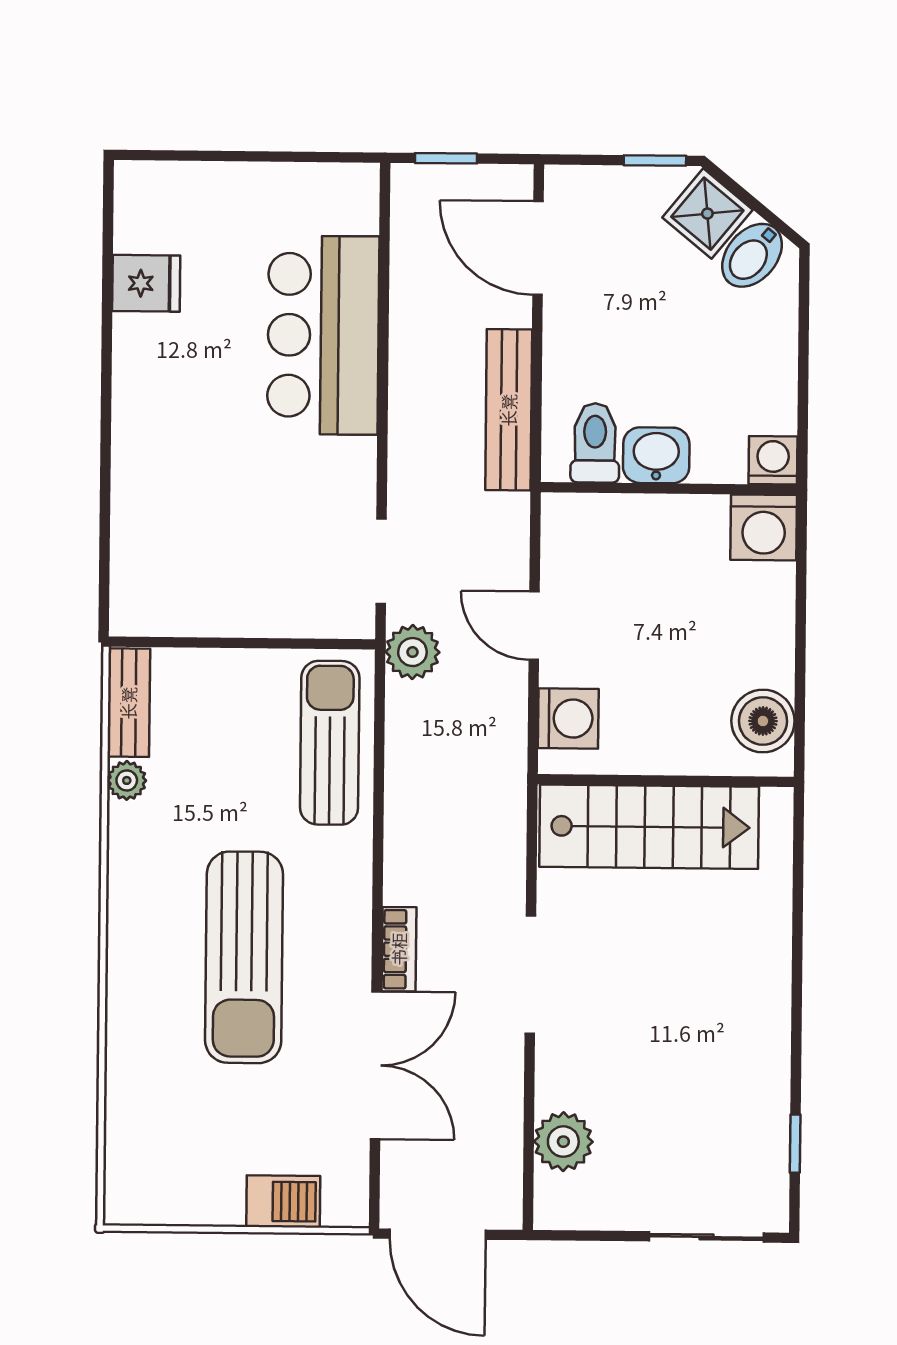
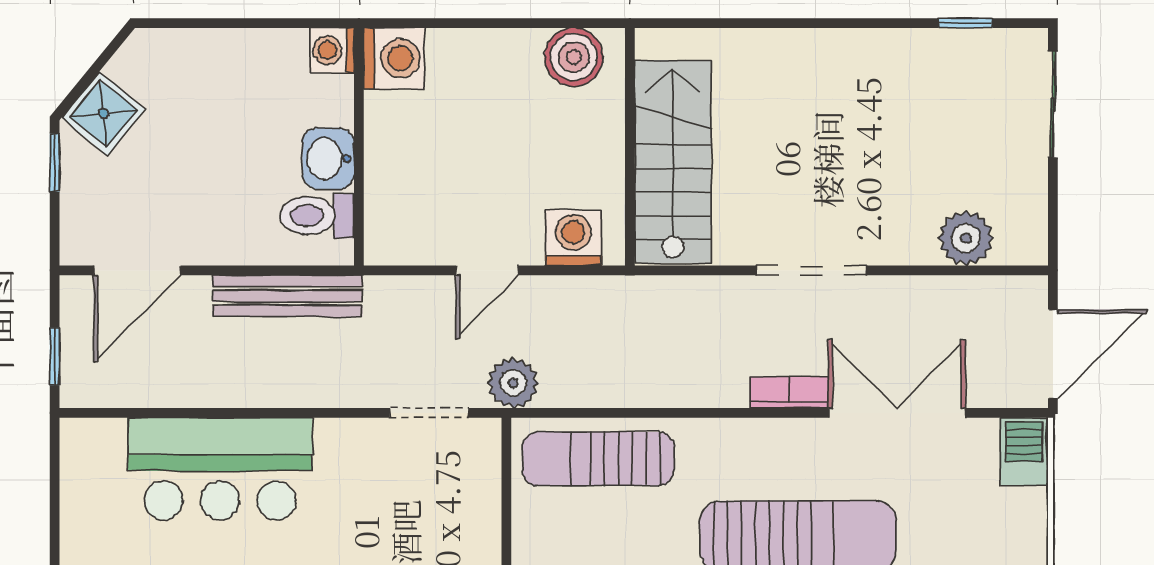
bidet: (752, 255) -> (142, 72), removed
barbecue: (283, 1201) -> (1024, 452), moved

